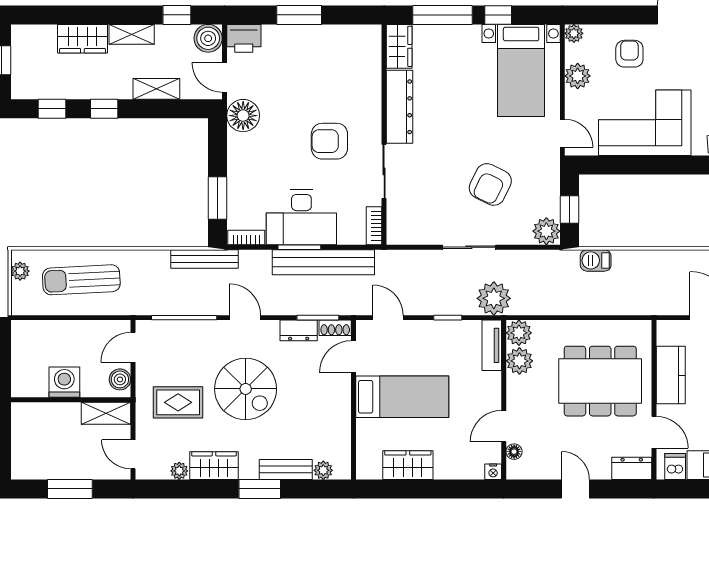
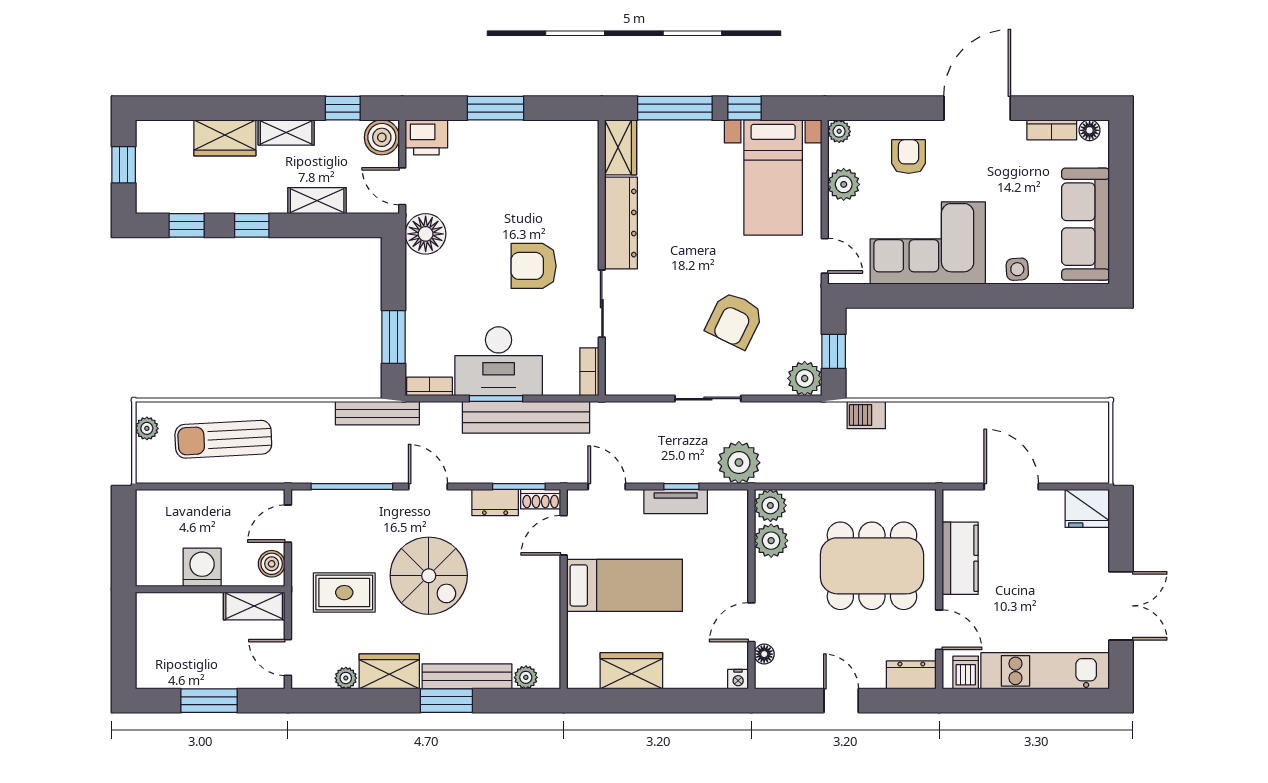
tv unit: (492, 345) -> (676, 502), moved, turned -90
bench: (286, 469) -> (467, 676), width x1.36

